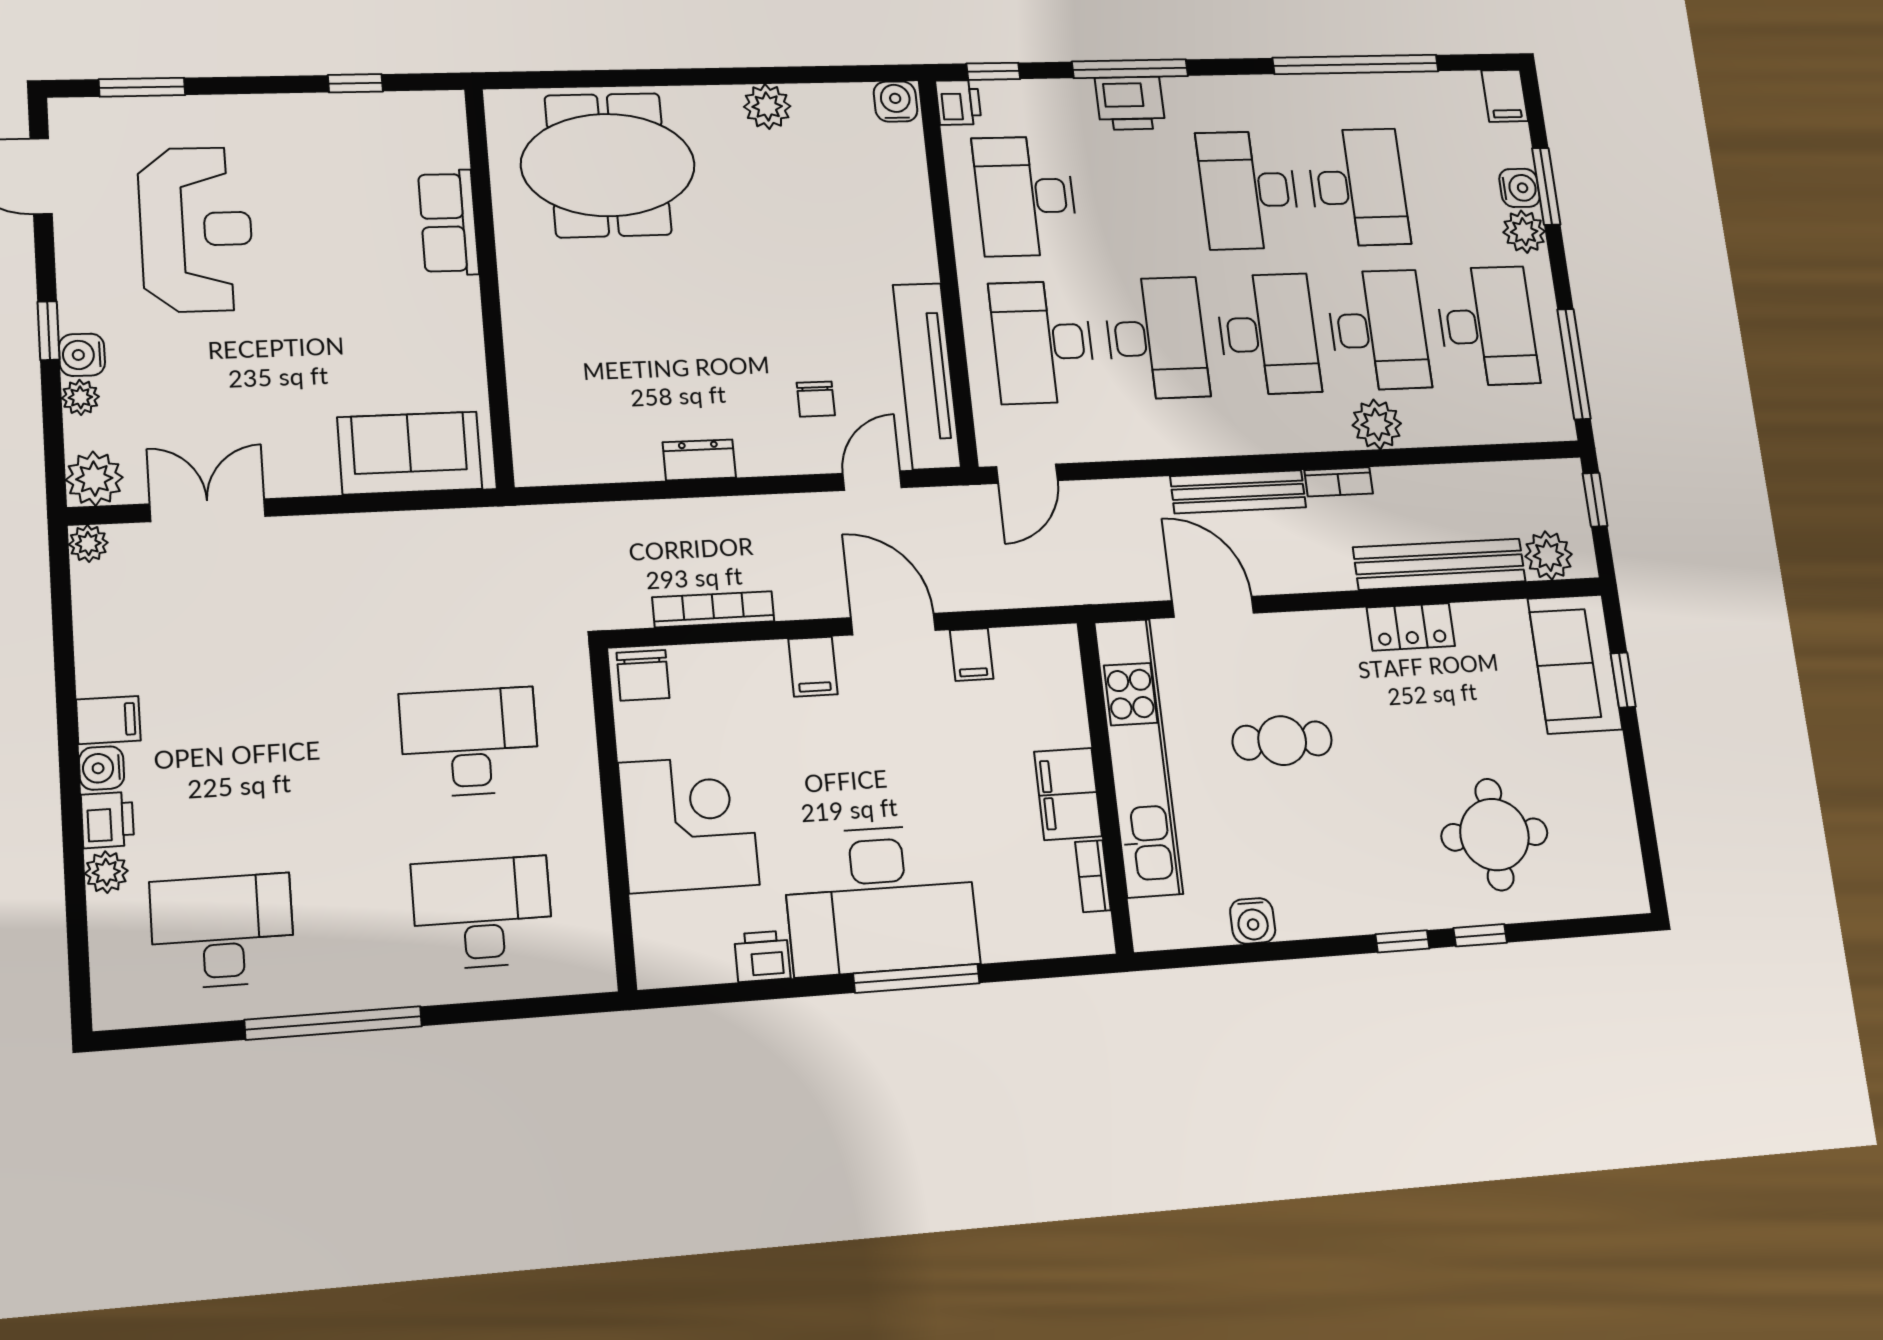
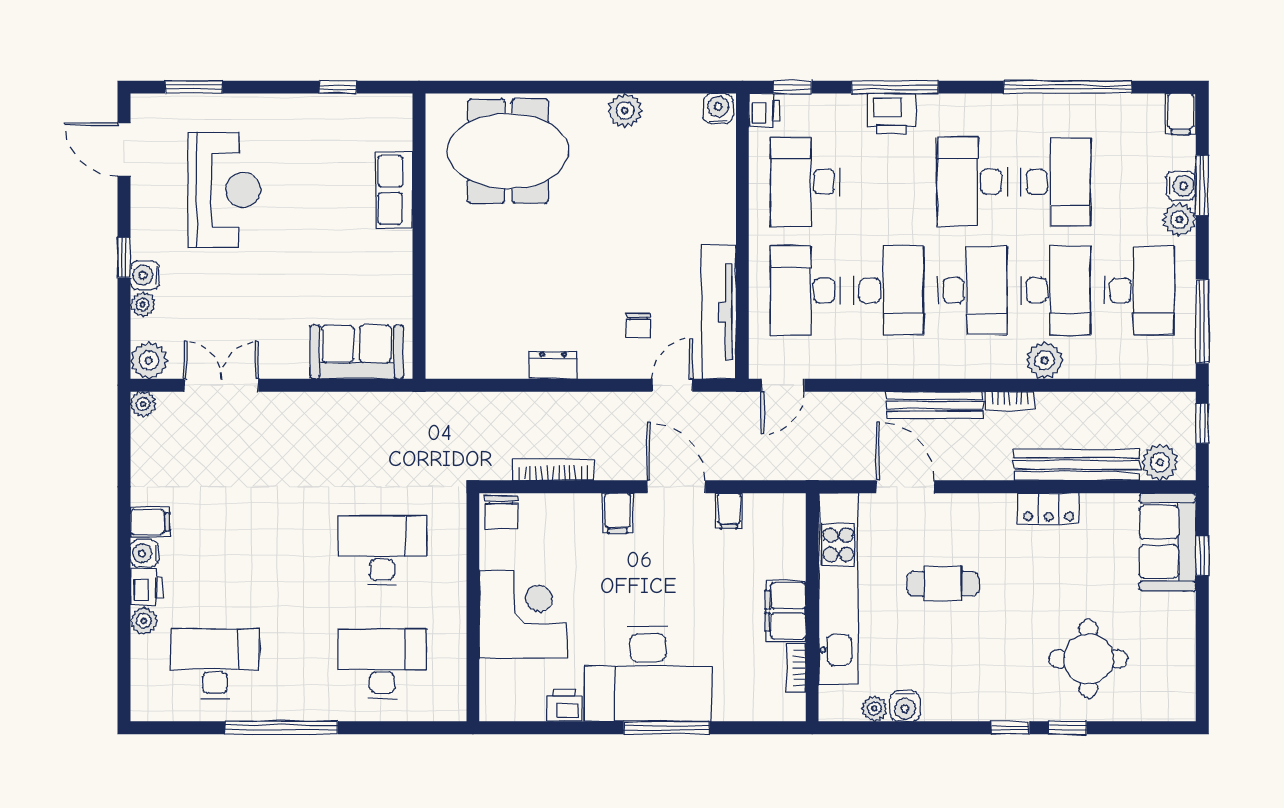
plant: (1210, 928) -> (874, 709), added

